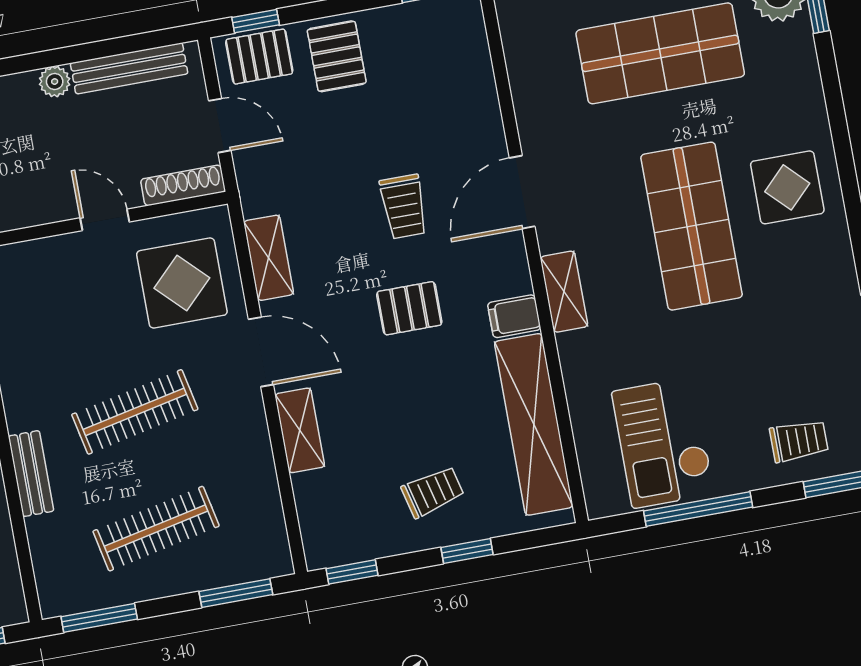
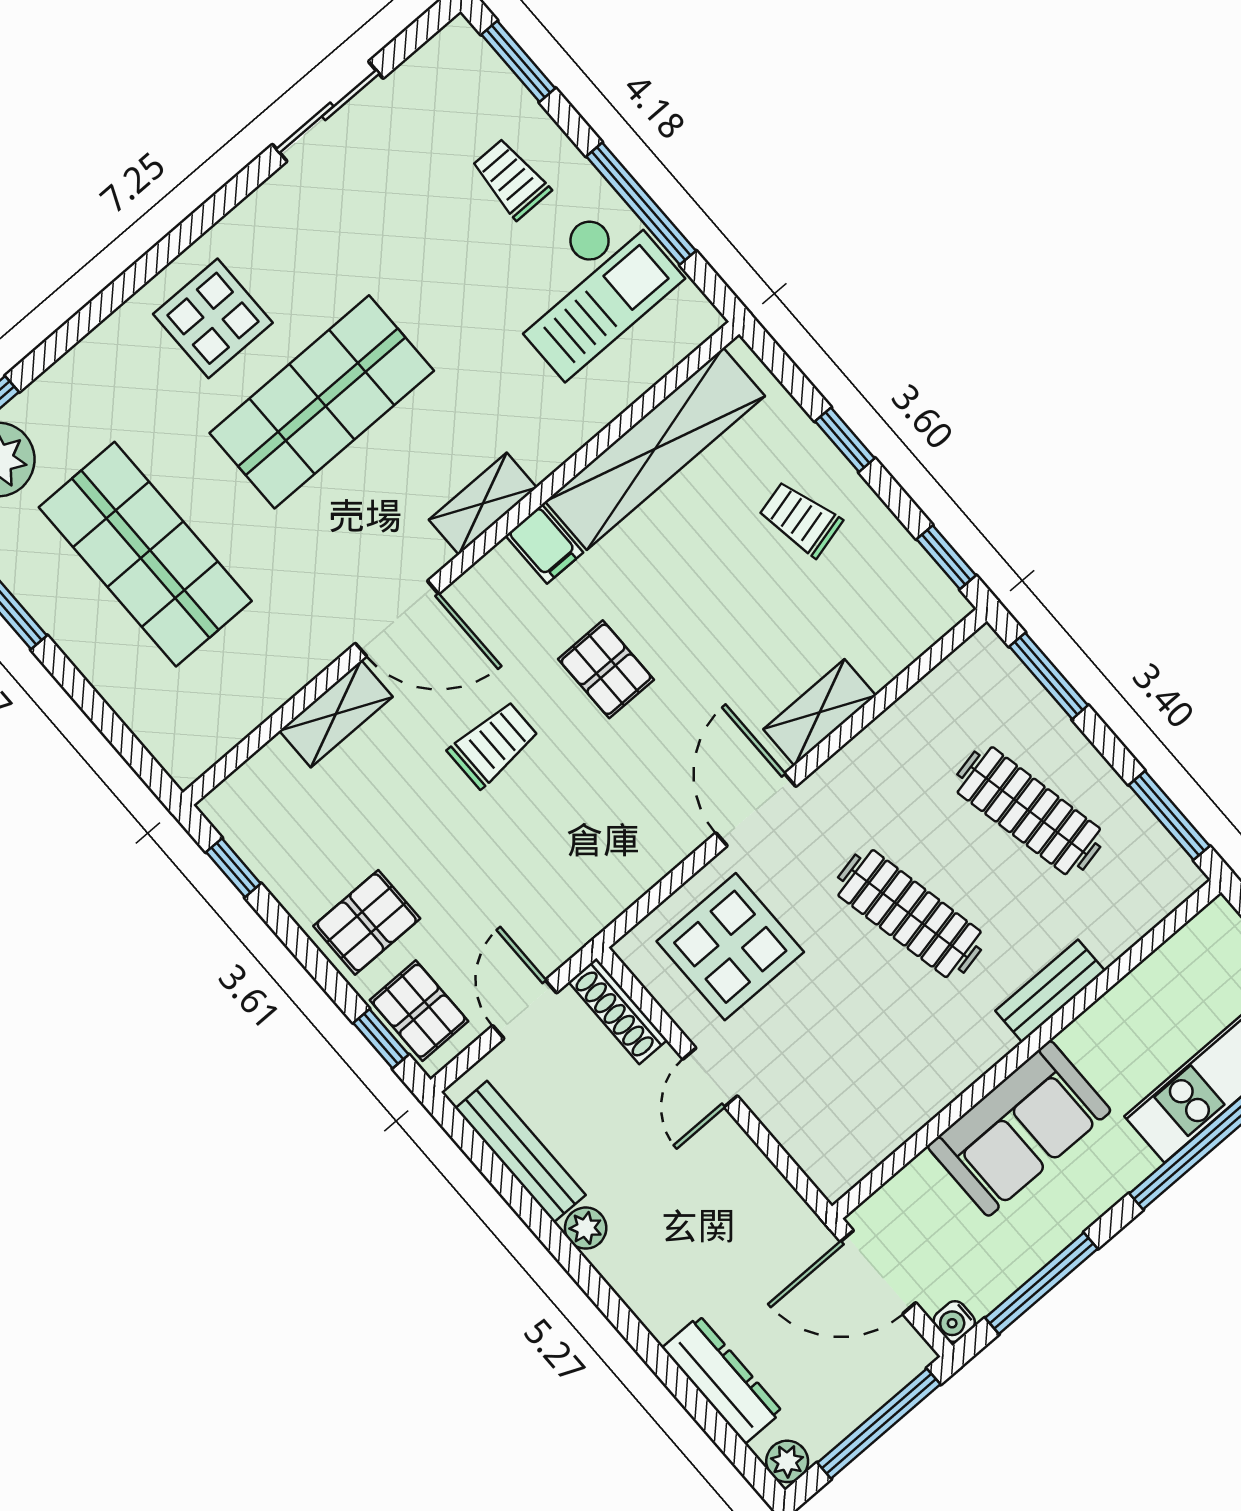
shelving: (269, 258) -> (336, 714), moved
trolley: (799, 441) -> (511, 179), moved

